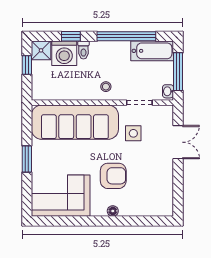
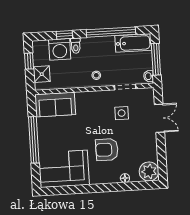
shower: (41, 50) -> (42, 74), moved
sofa: (75, 122) -> (55, 105), width x0.54, depth x0.79
window: (27, 159) -> (34, 140), width x2.11
armchair: (113, 176) -> (107, 150), turned 180
plant: (162, 205) -> (149, 171), added
floor lamp: (113, 211) -> (125, 178), moved

